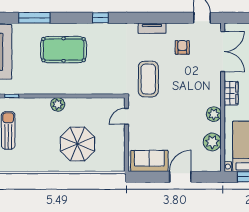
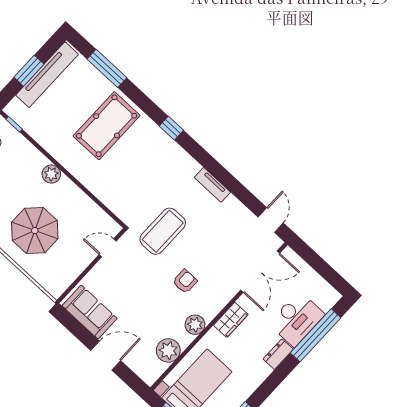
armchair: (182, 47) -> (185, 281), moved
pool table: (64, 50) -> (107, 126), turned 90

